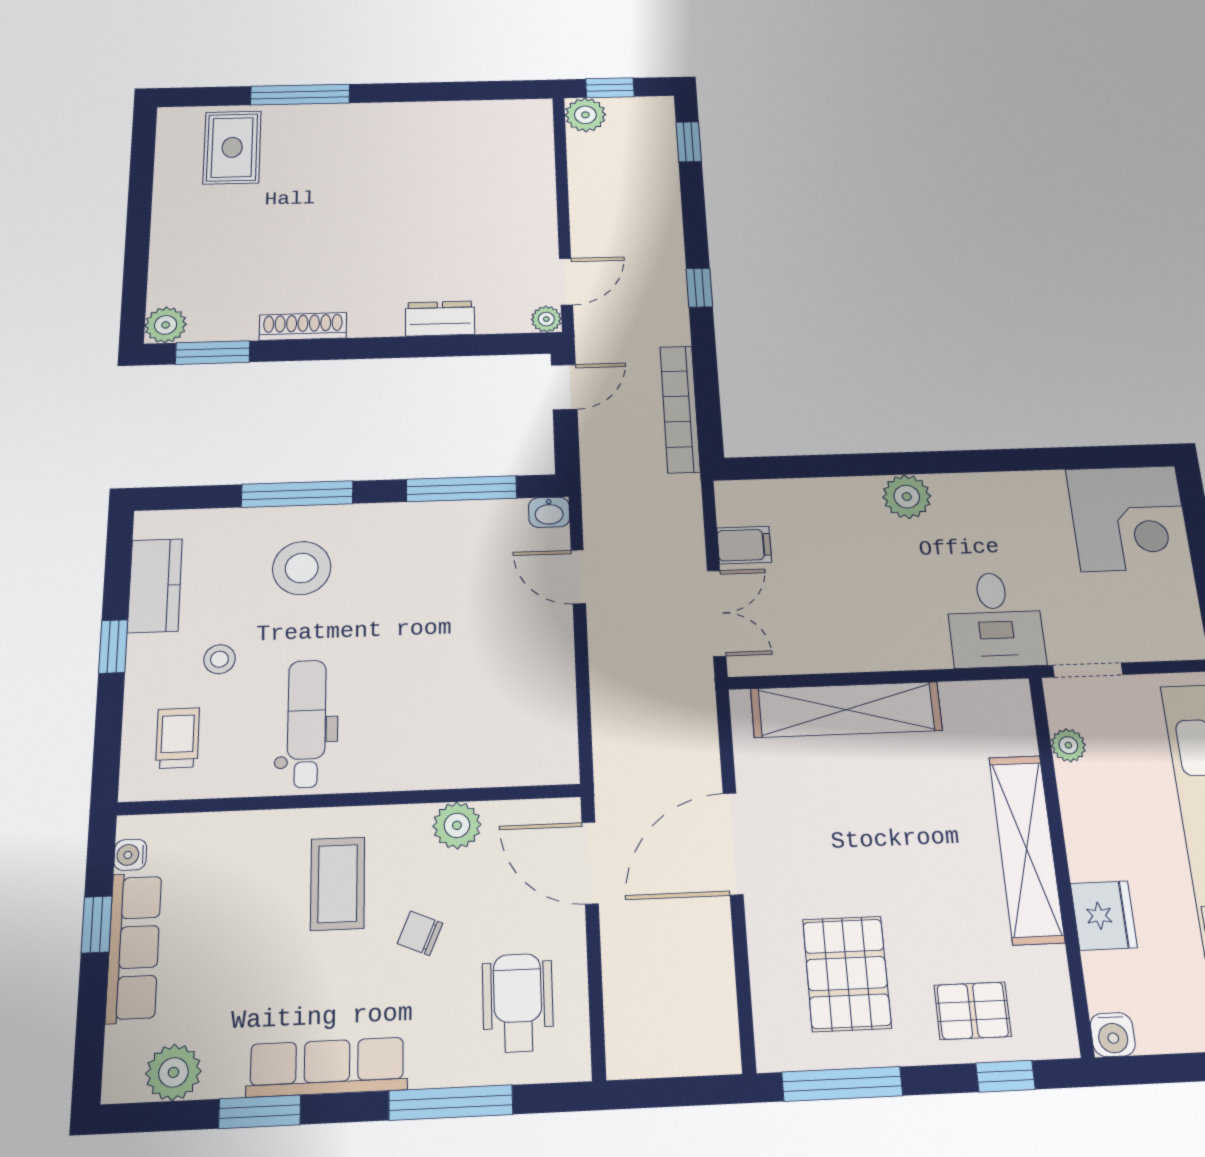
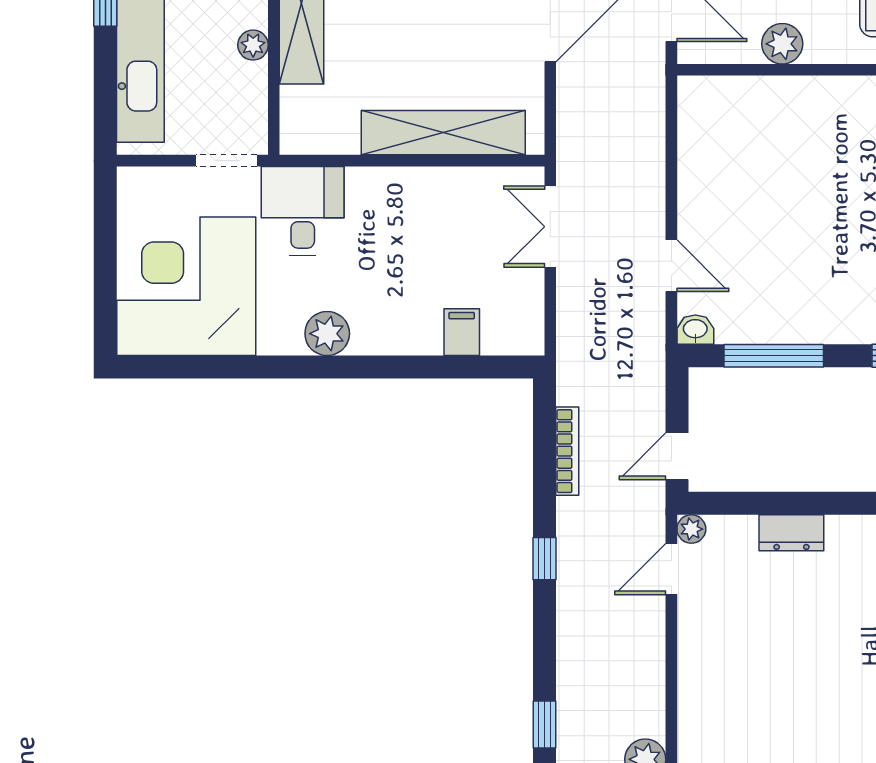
bookcase: (680, 409) -> (567, 451), width x0.68, depth x0.76
plant: (907, 497) -> (327, 334), moved
corner desk: (1128, 518) -> (186, 286), width x1.36, depth x1.36
filing cabinet: (744, 545) -> (462, 332), moved, turned 90
plant: (1068, 745) -> (253, 45), moved

